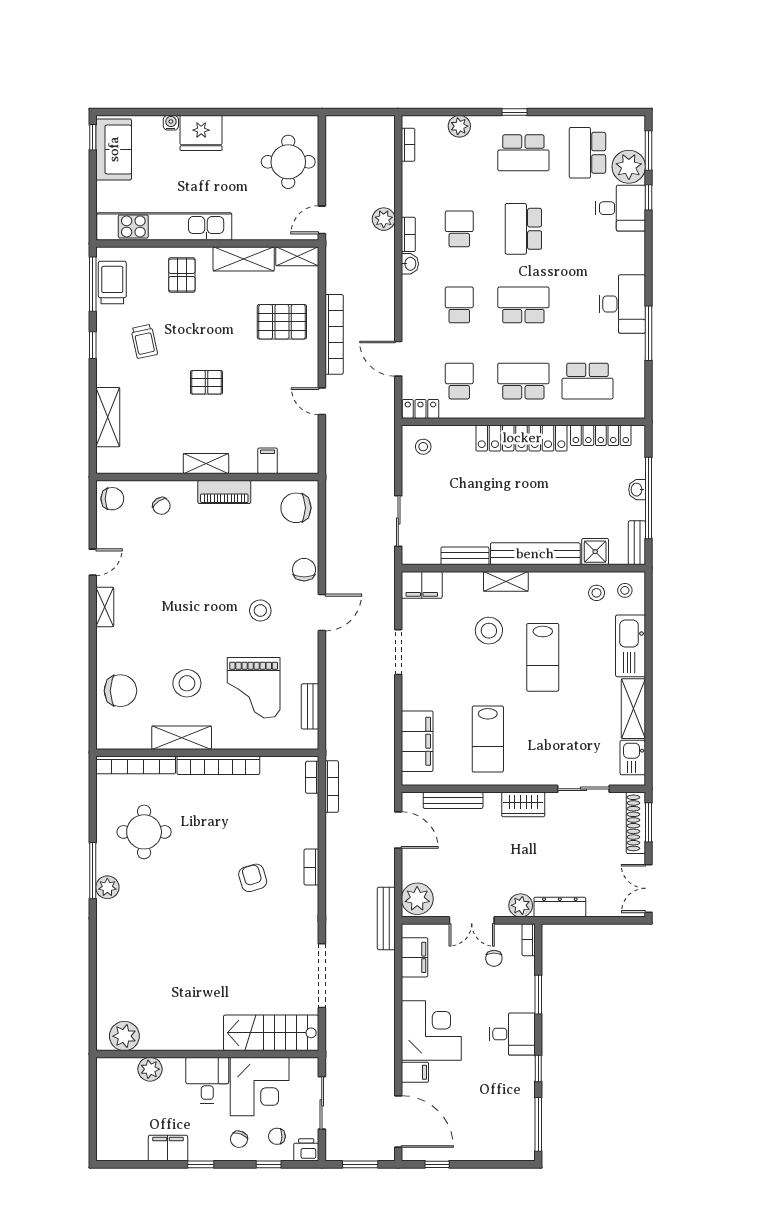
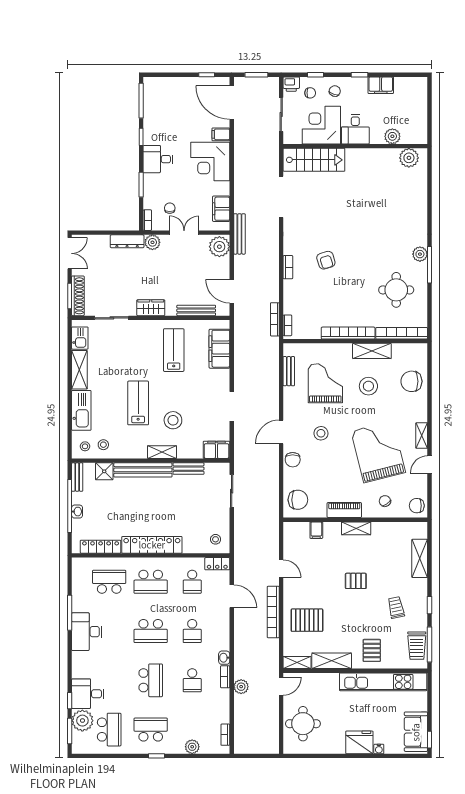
grand piano: (172, 582) -> (378, 452), added

